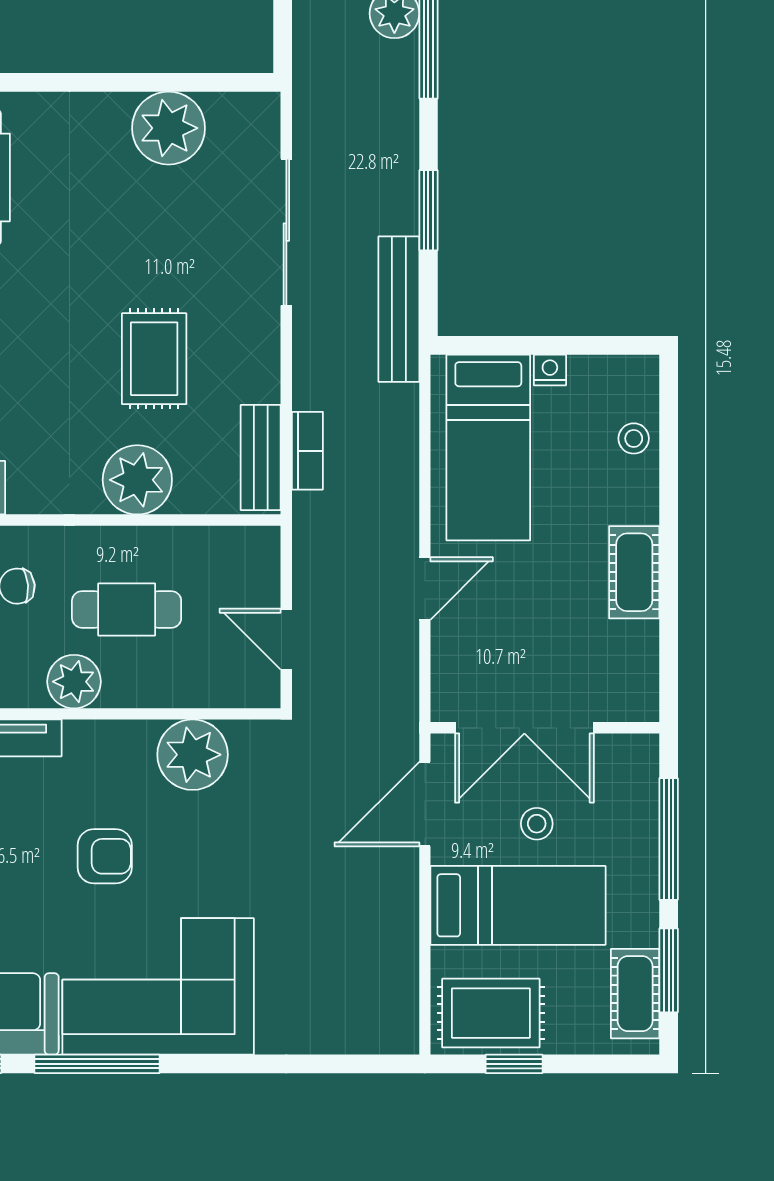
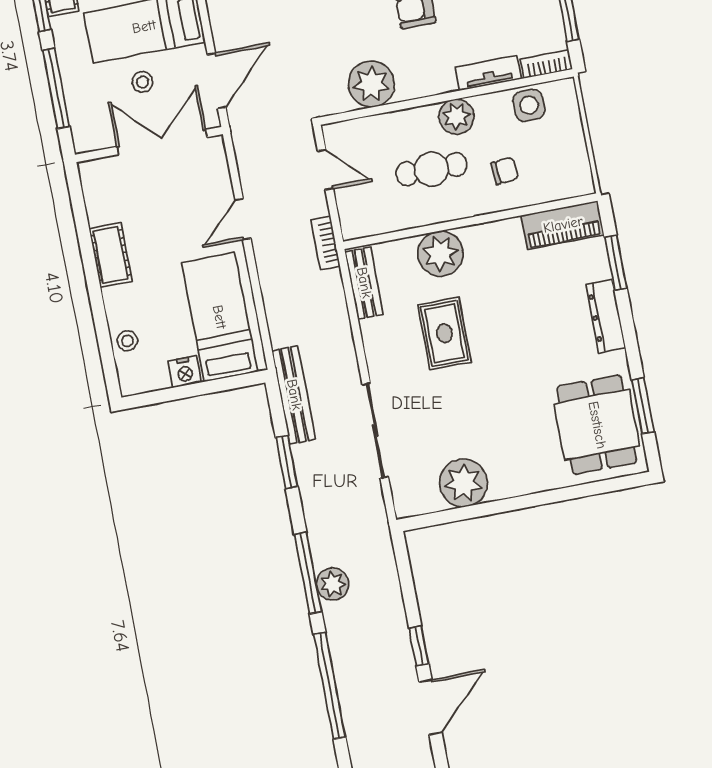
nightstand: (550, 370) -> (185, 372), width x1.39, depth x1.35
bookcase: (307, 451) -> (325, 243), moved

